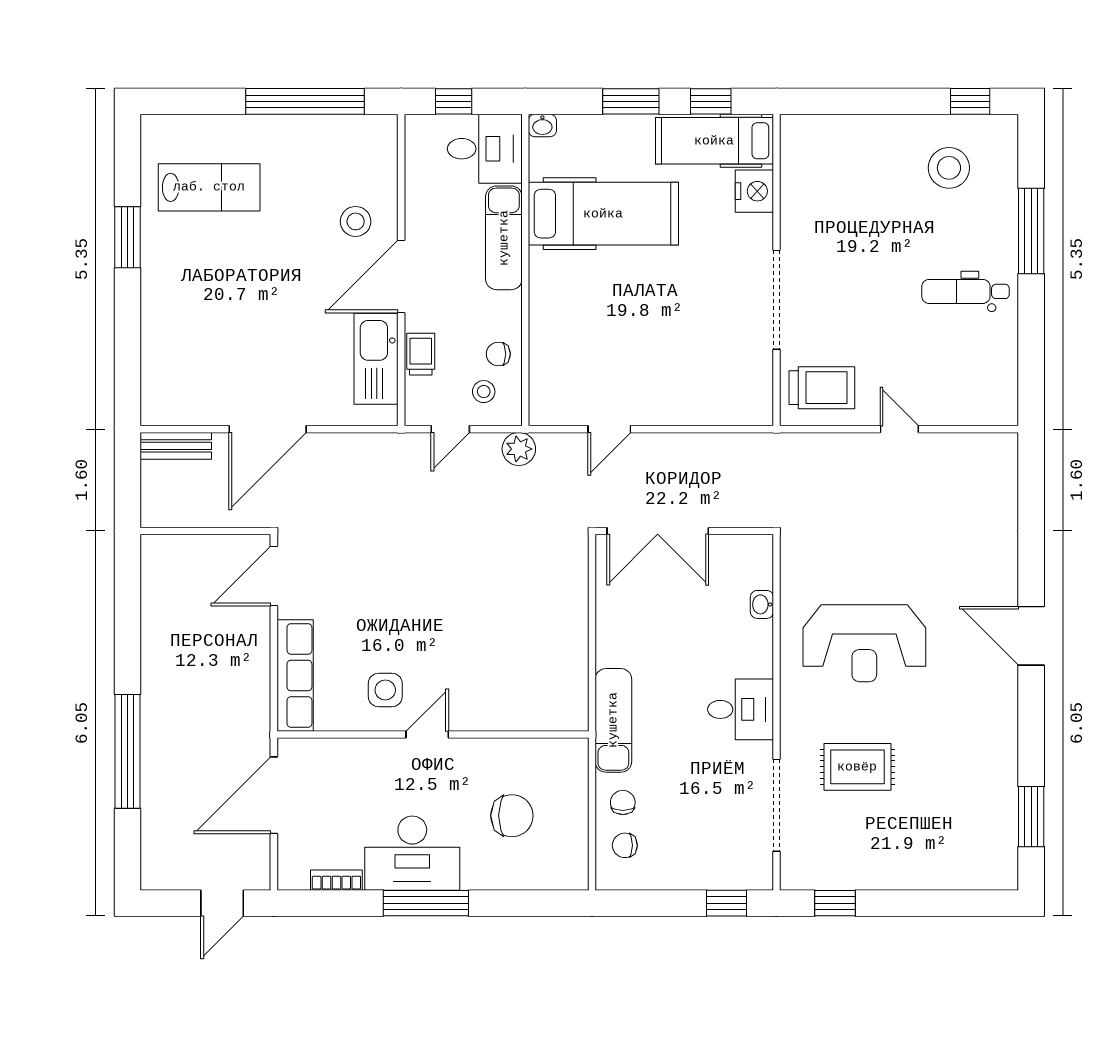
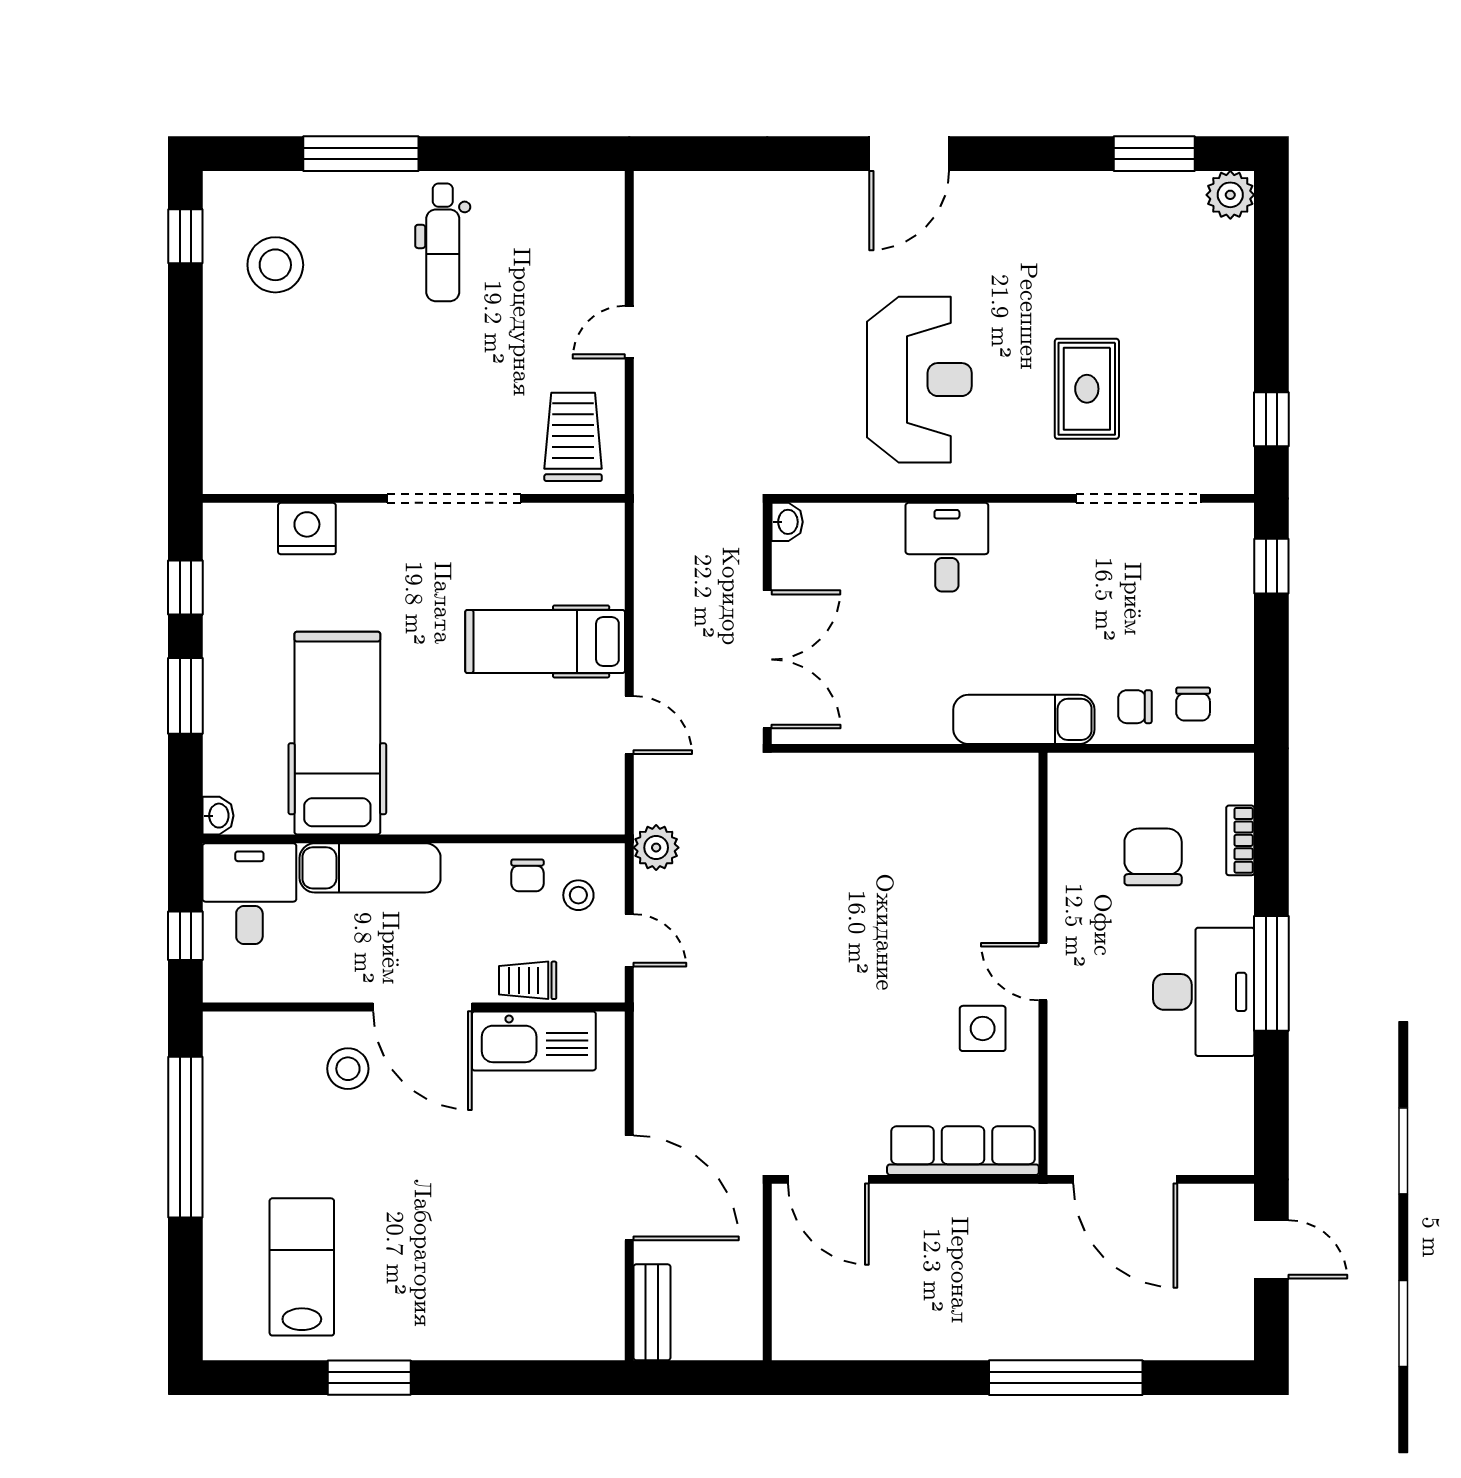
hospital bed: (714, 141) -> (545, 641), moved, turned 90
washbasin: (762, 604) -> (787, 522), moved, turned -90
desk: (741, 709) -> (947, 547), moved
plant: (1001, 873) -> (1230, 195), added
bookcase: (336, 880) -> (1240, 840), moved

